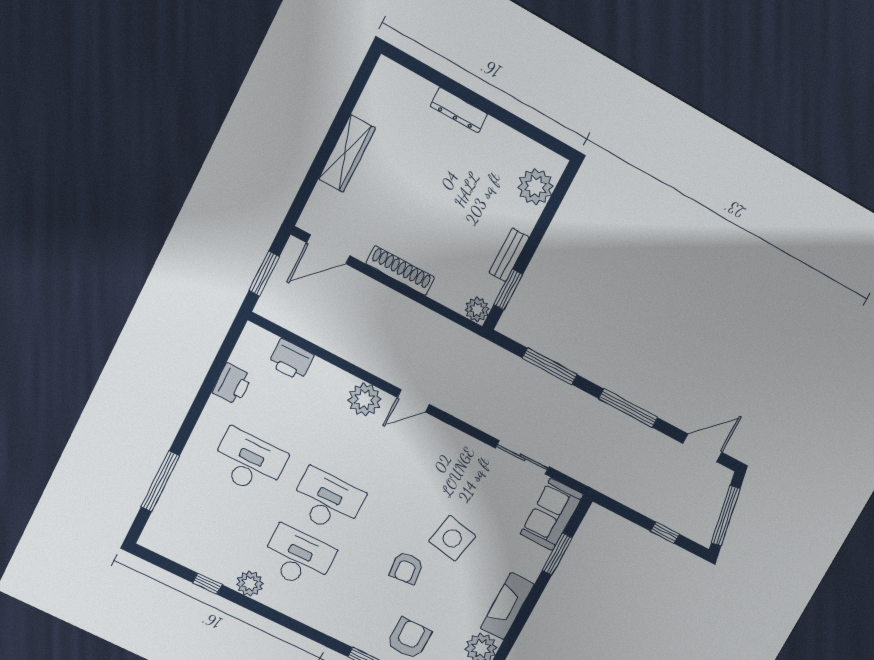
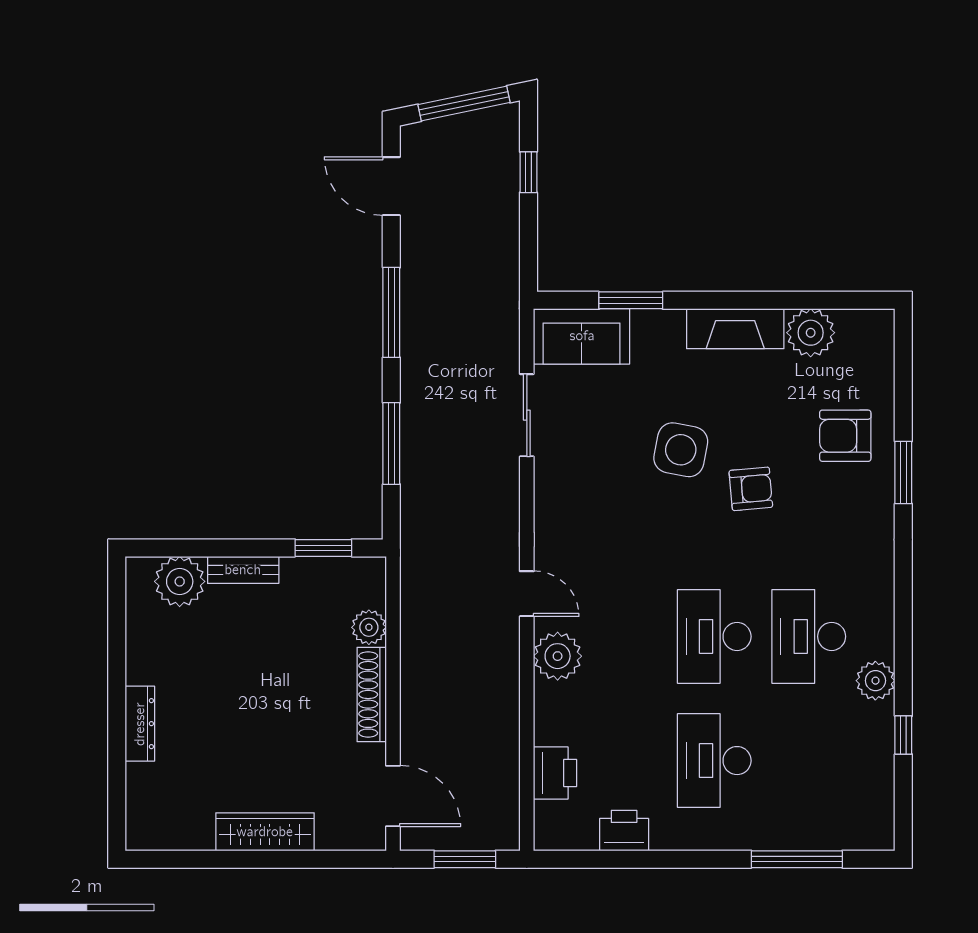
bench: (509, 255) -> (243, 570), moved
plant: (477, 310) -> (369, 627), moved

